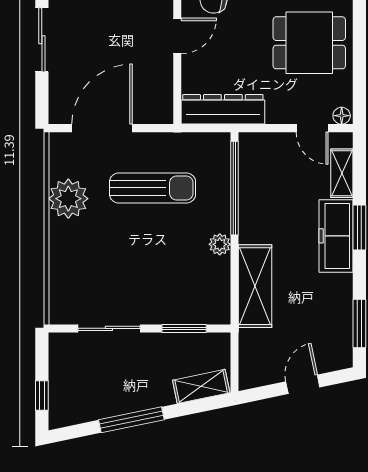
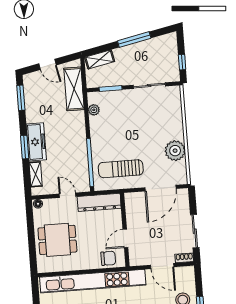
door: (312, 128) -> (67, 195), moved
sun lounger: (153, 188) -> (121, 169), moved
plant: (220, 244) -> (94, 110), moved
shelving: (255, 286) -> (74, 89), moved
door: (303, 384) -> (48, 64), hinge flipped
window: (42, 396) -> (182, 62), moved

